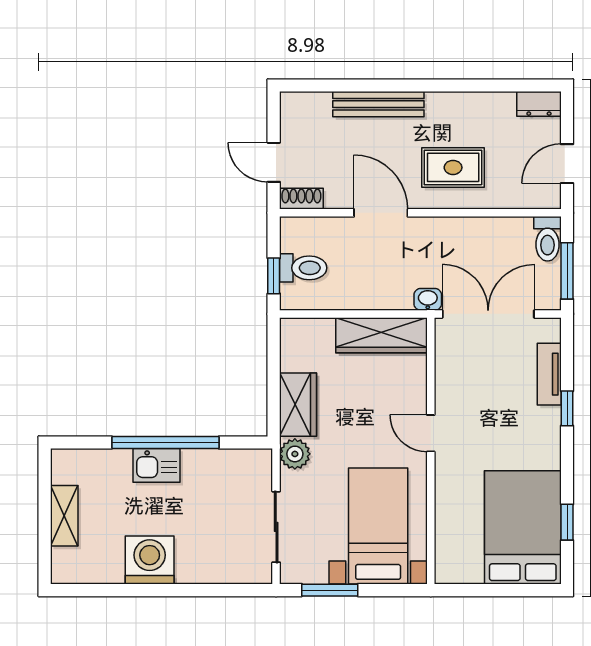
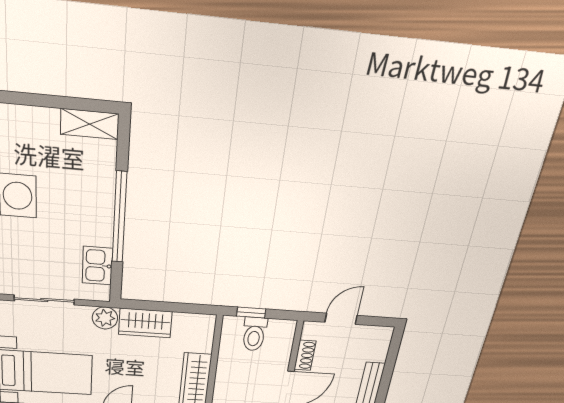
shoe rack: (301, 199) -> (305, 355), moved
kitchen sink: (156, 465) -> (97, 266), moved
shelving: (64, 516) -> (90, 124), moved

